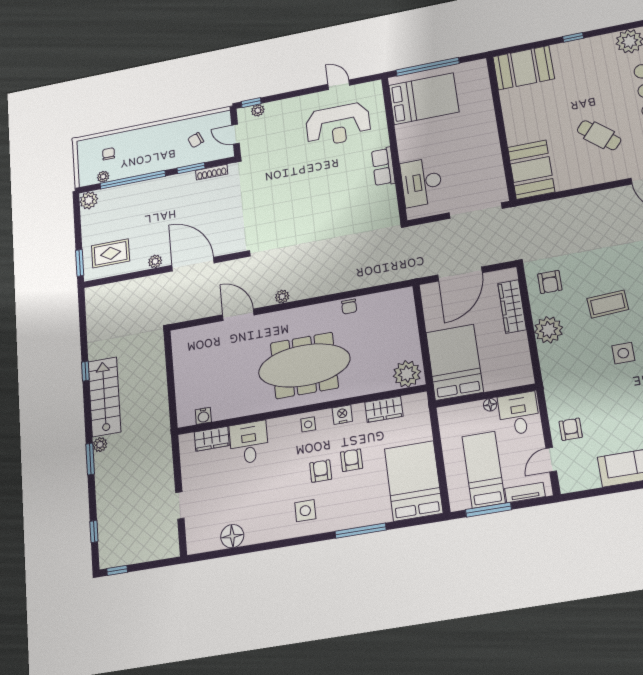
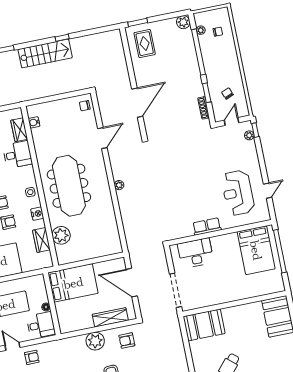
plant: (155, 261) -> (139, 76), removed
plant: (282, 297) -> (119, 185), moved
chair: (349, 307) -> (85, 106), moved
plant: (407, 374) -> (61, 235), moved
plant: (100, 445) -> (13, 55), removed

